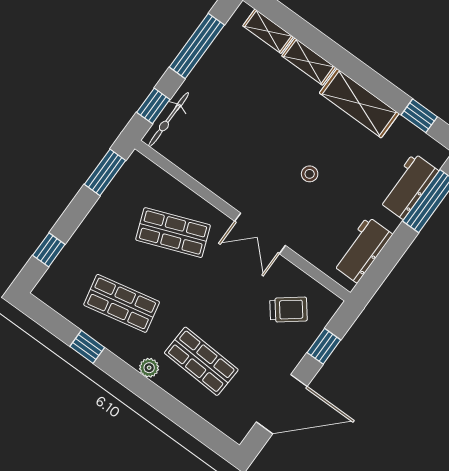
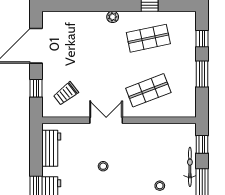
stool: (252, 91) -> (160, 186), added
bicycle: (169, 120) -> (190, 167), moved
window: (105, 172) -> (202, 74), moved
shop shelf: (201, 361) -> (90, 38), removed

